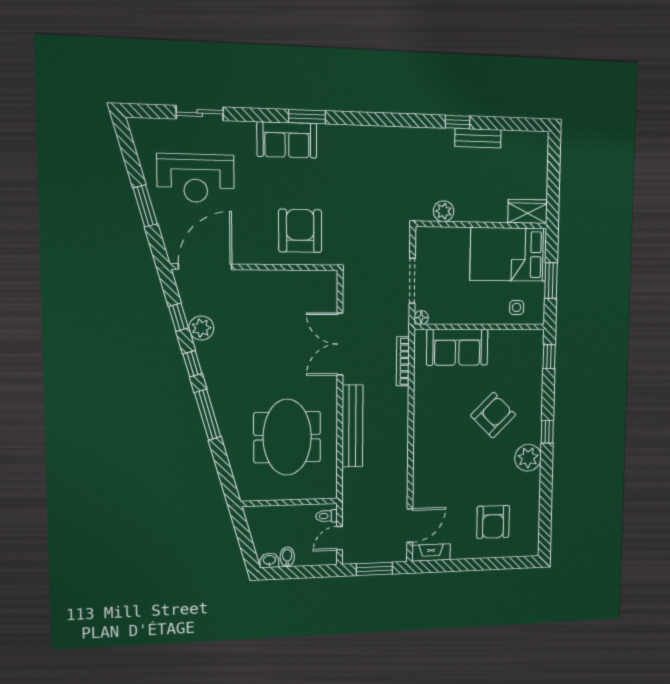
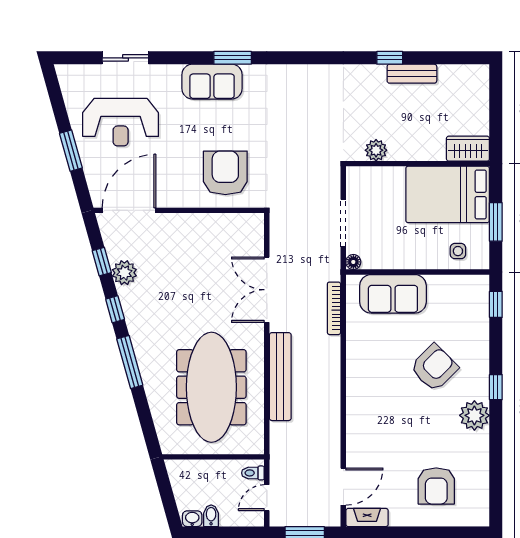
meeting table: (287, 437) -> (211, 387), width x1.36

